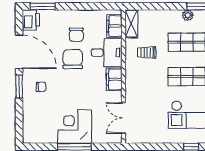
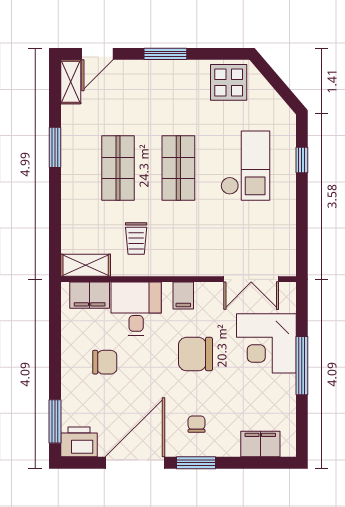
plant: (188, 15) -> (71, 166), removed
chair: (73, 59) -> (195, 354), moved
filing cabinet: (114, 79) -> (183, 296), width x0.50
filing cabinet: (30, 123) -> (260, 444), added
corner desk: (75, 127) -> (266, 343), moved

